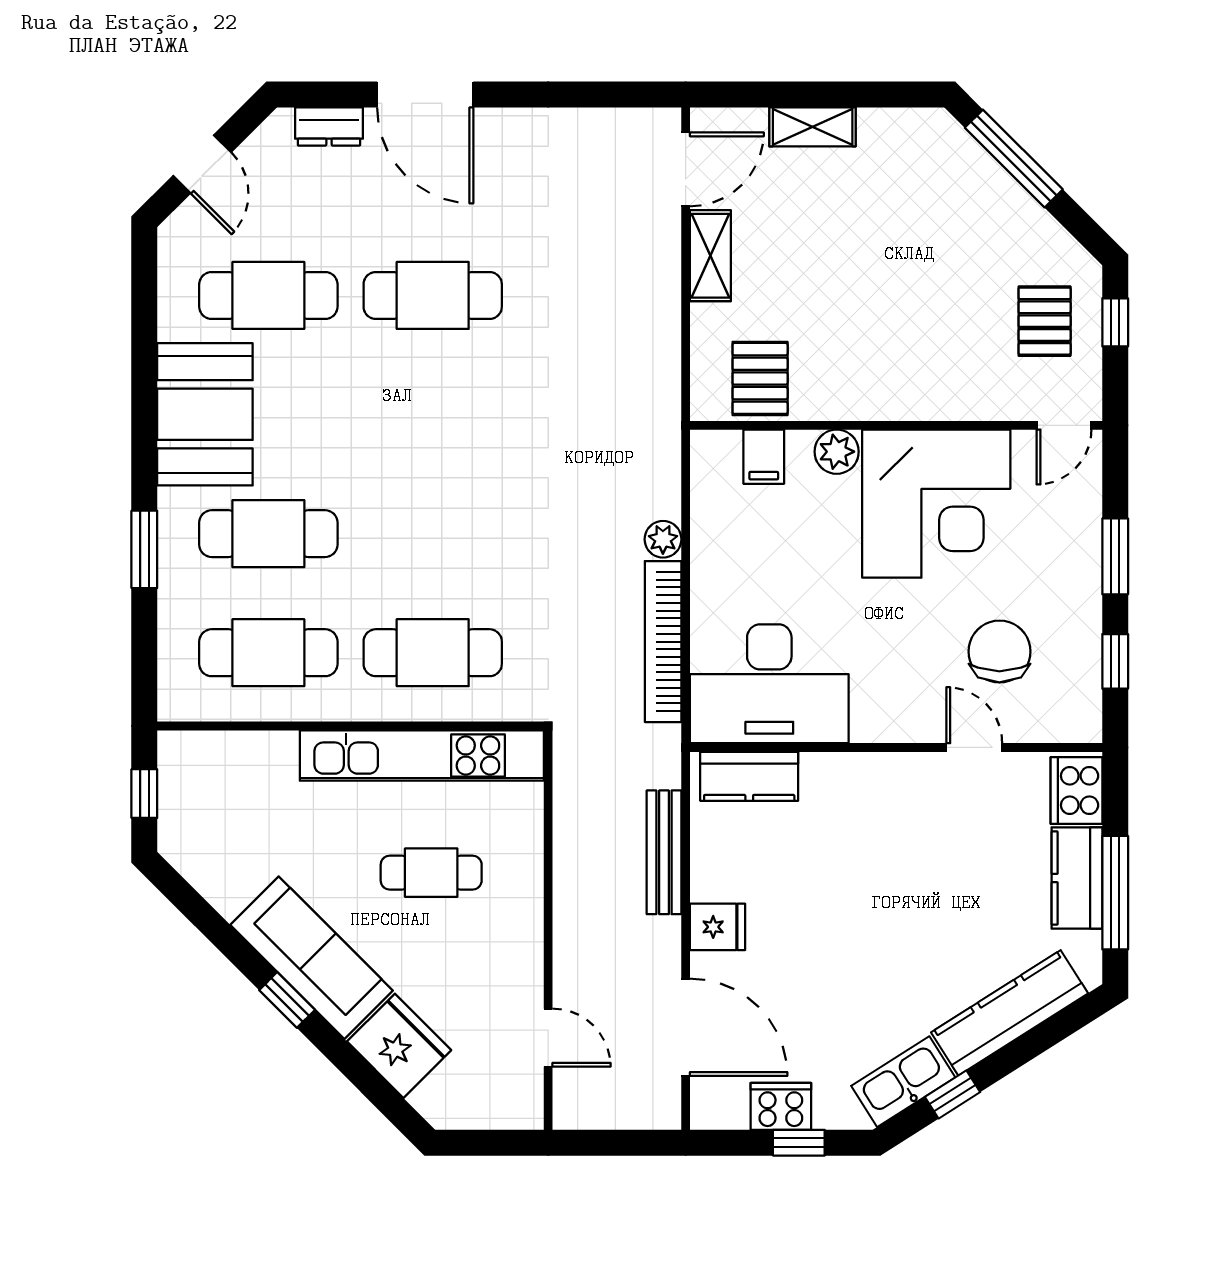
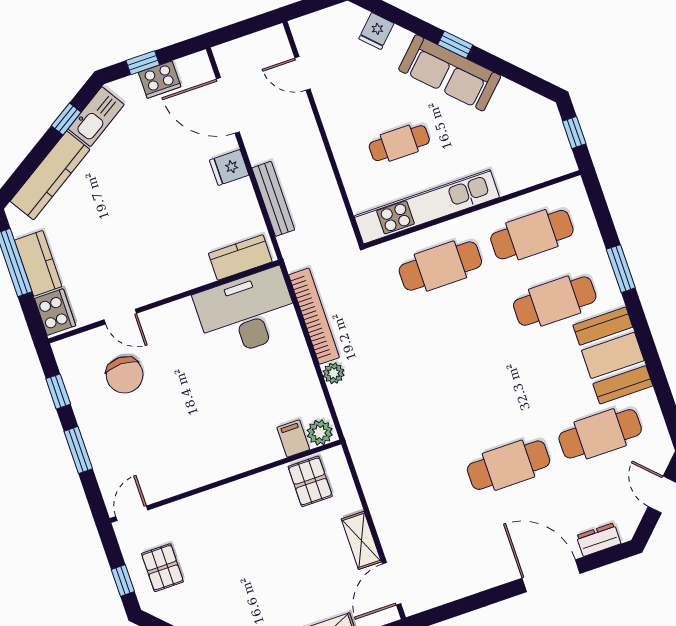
plant: (837, 452) -> (320, 433), moved
corner desk: (936, 504) -> (188, 445), removed
fridge: (399, 1046) -> (376, 31), width x0.53, depth x0.75

